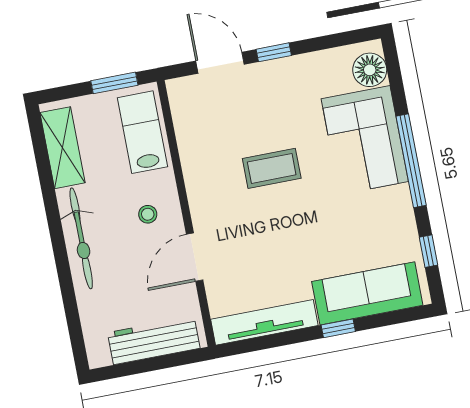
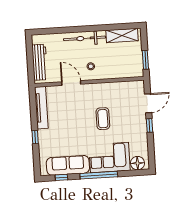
lab bench: (142, 132) -> (124, 68), removed
sofa: (367, 293) -> (68, 165), moved, turned -90

